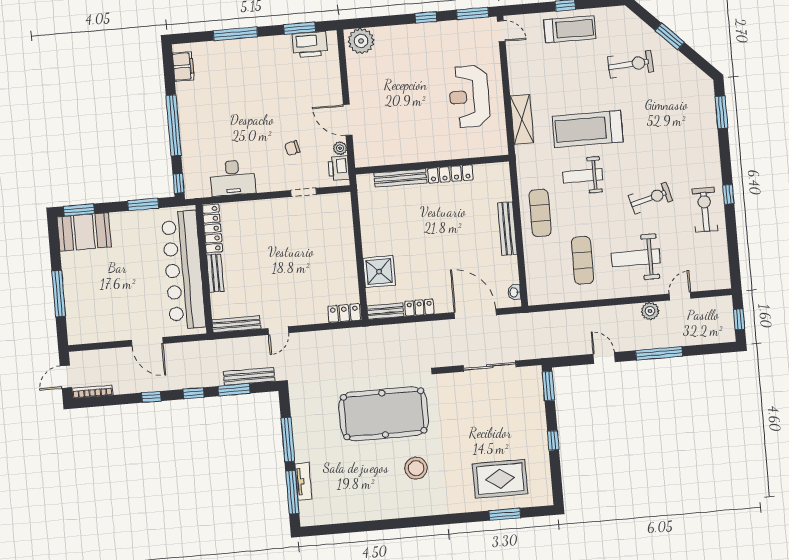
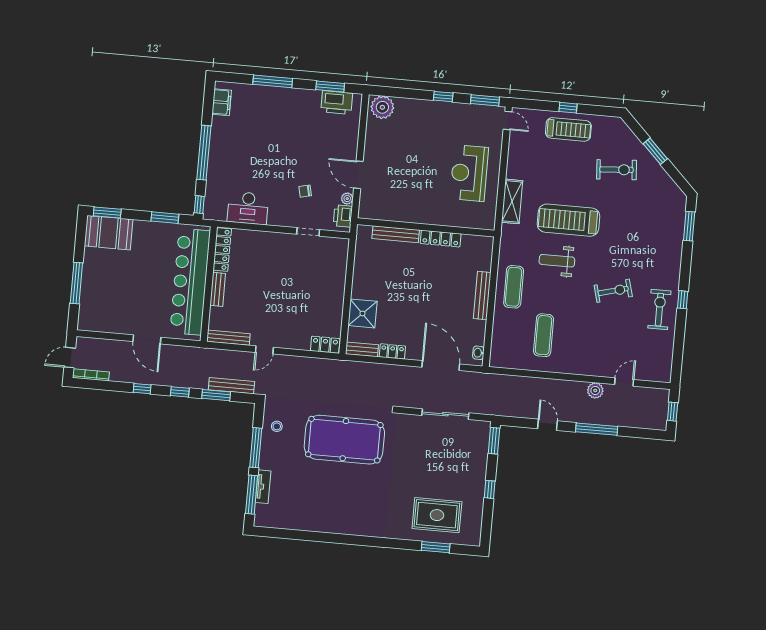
weight bench: (636, 258) -> (591, 341), removed
stool: (416, 468) -> (277, 426), moved, width x0.53, depth x0.53

